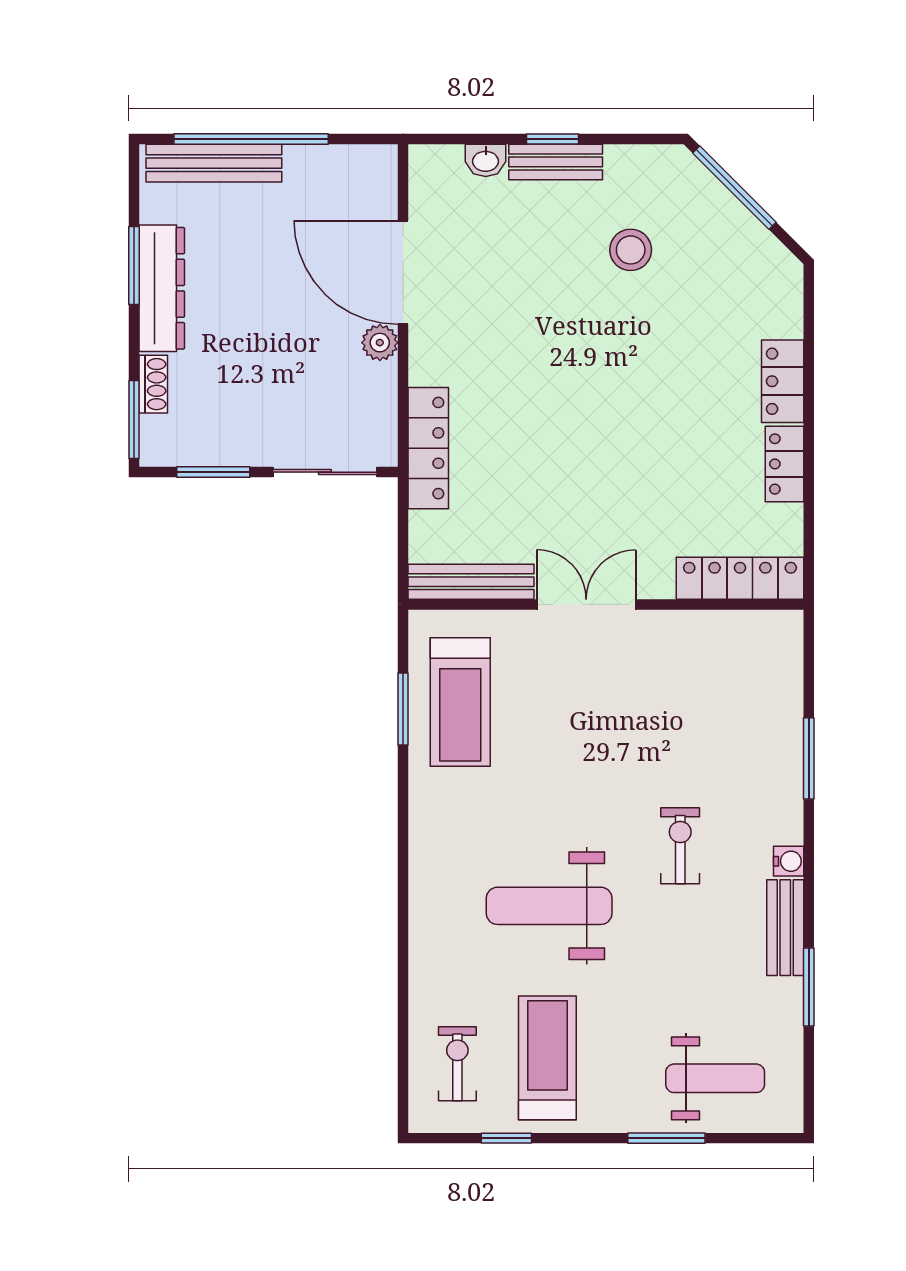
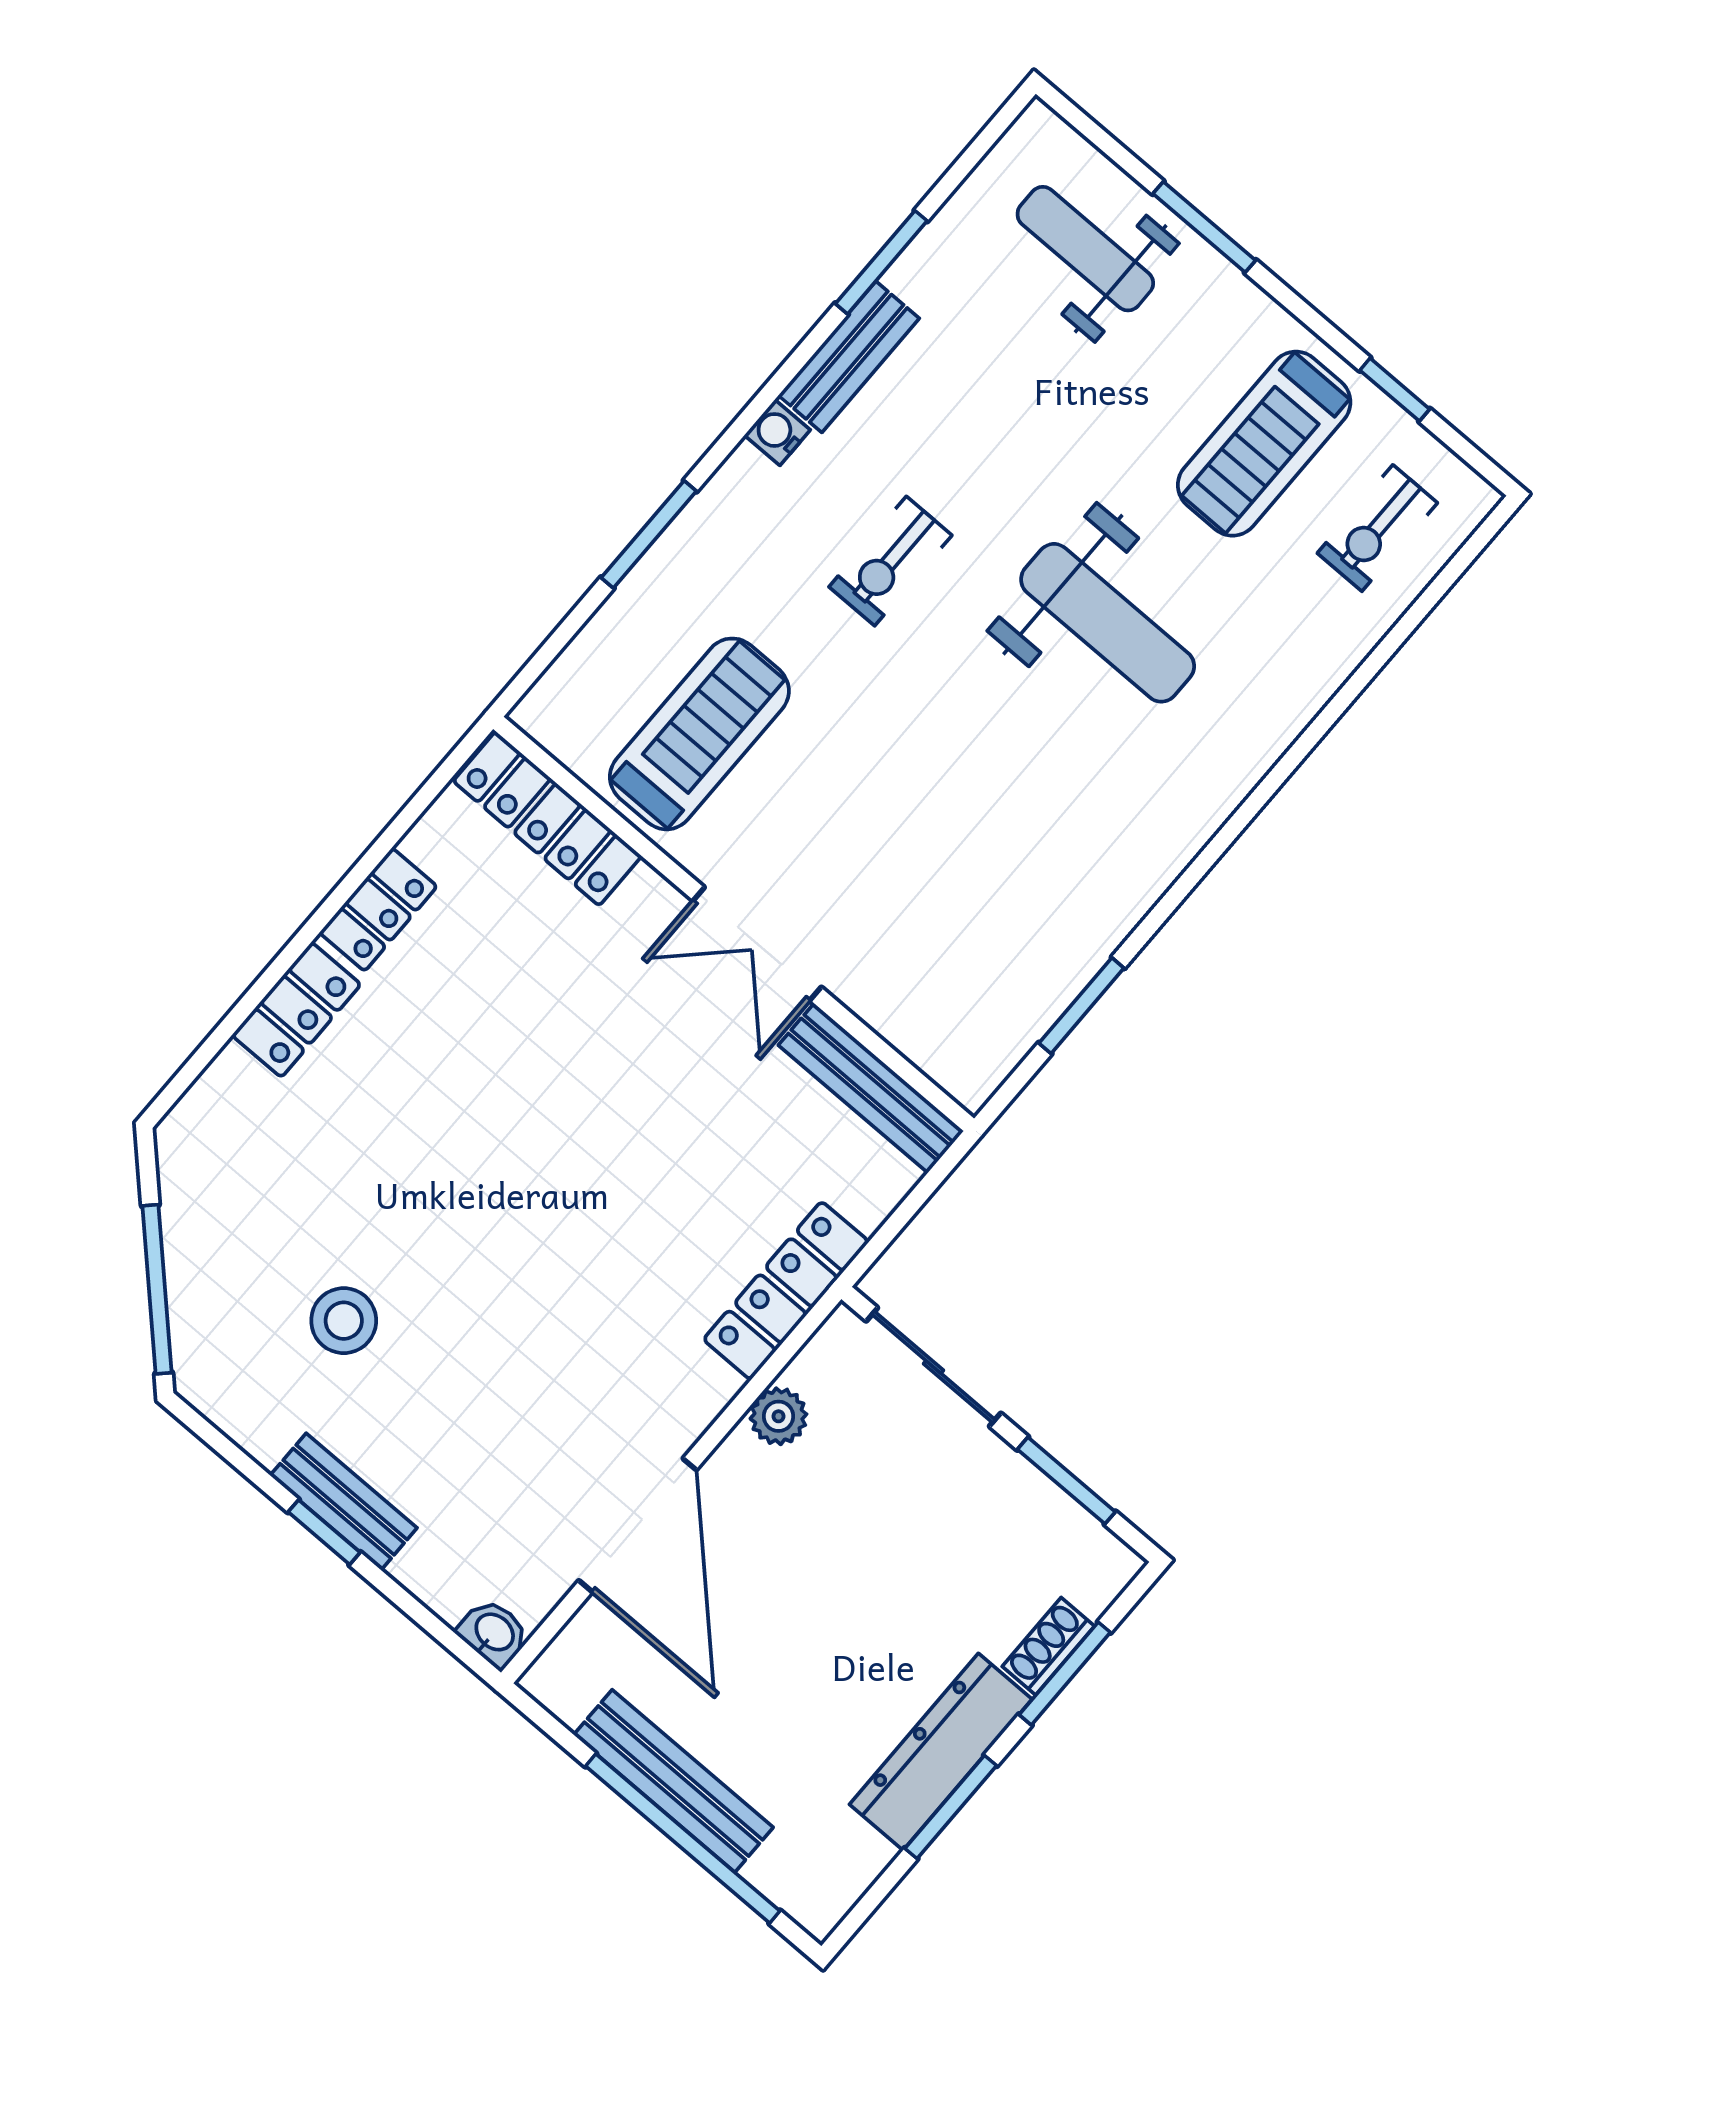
washbasin: (486, 160) -> (494, 1633), moved
bench: (214, 163) -> (673, 1781), moved
plant: (380, 343) -> (778, 1416), moved
window: (134, 419) -> (1065, 1674), moved
treadmill: (460, 702) -> (699, 734), moved

